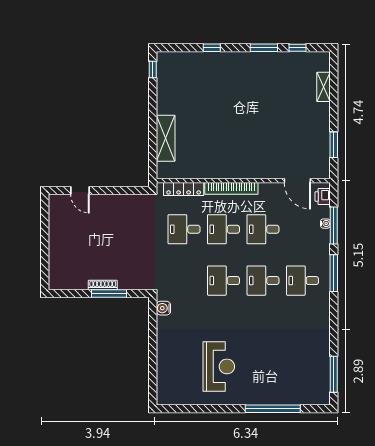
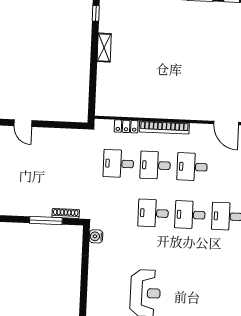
shelving: (166, 138) -> (104, 48), moved, width x0.67, depth x0.75
locker: (184, 189) -> (126, 126), width x0.66
shoe rack: (103, 285) -> (66, 213), moved

